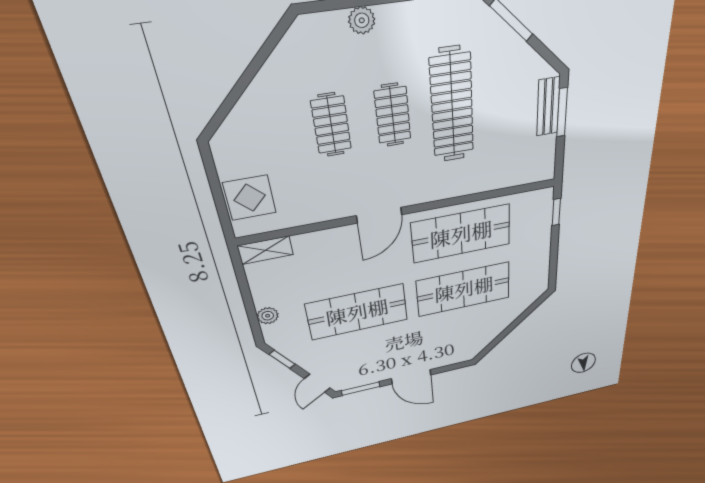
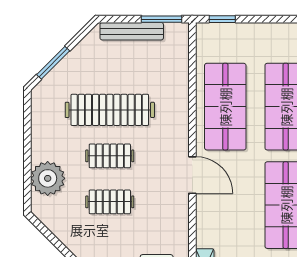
plant: (362, 20) -> (48, 178), width x1.87, depth x1.87
bench: (548, 107) -> (132, 31), width x1.36
window: (562, 112) -> (162, 19), moved

